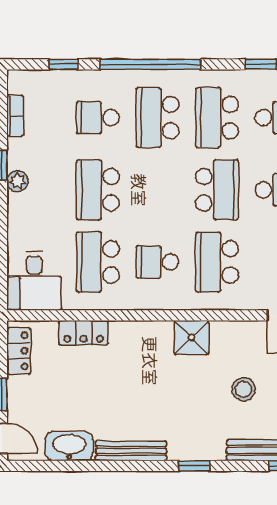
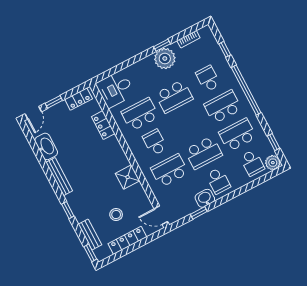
plant: (17, 181) -> (165, 59), width x1.88, depth x1.88
school desk: (98, 190) -> (174, 96), turned 180

